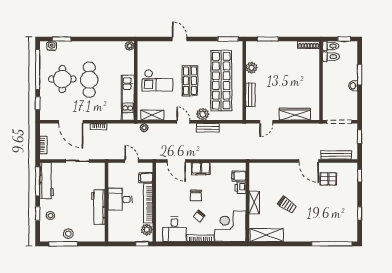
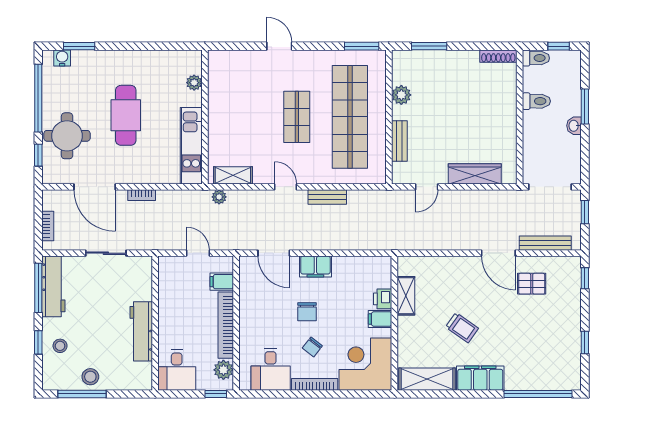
plant: (129, 46) -> (194, 83), moved
toilet: (331, 57) -> (536, 101), moved
round table: (62, 79) -> (67, 136), moved
checkout: (157, 80) -> (242, 116), removed
plant: (203, 114) -> (319, 174), removed
filing cabinet: (239, 176) -> (380, 319), moved
desk: (120, 199) -> (177, 370), moved, turned -90
shelving: (254, 203) -> (406, 296), moved
filing cabinet: (298, 234) -> (480, 378), added

